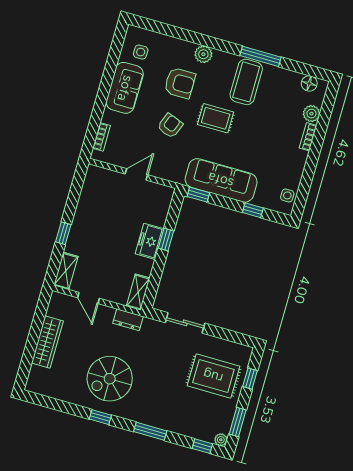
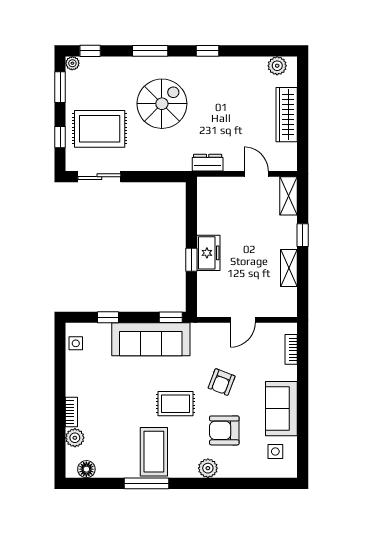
shelving: (138, 292) -> (289, 268), moved
sliding door: (185, 323) -> (99, 177), moved
spiral stairs: (110, 379) -> (162, 104), moved
plant: (43, 387) -> (277, 66), added

